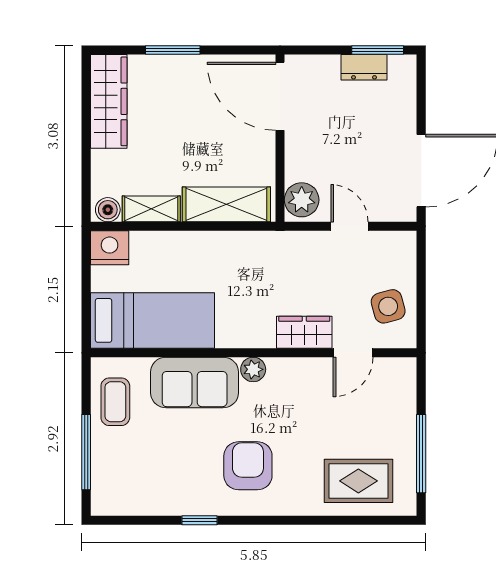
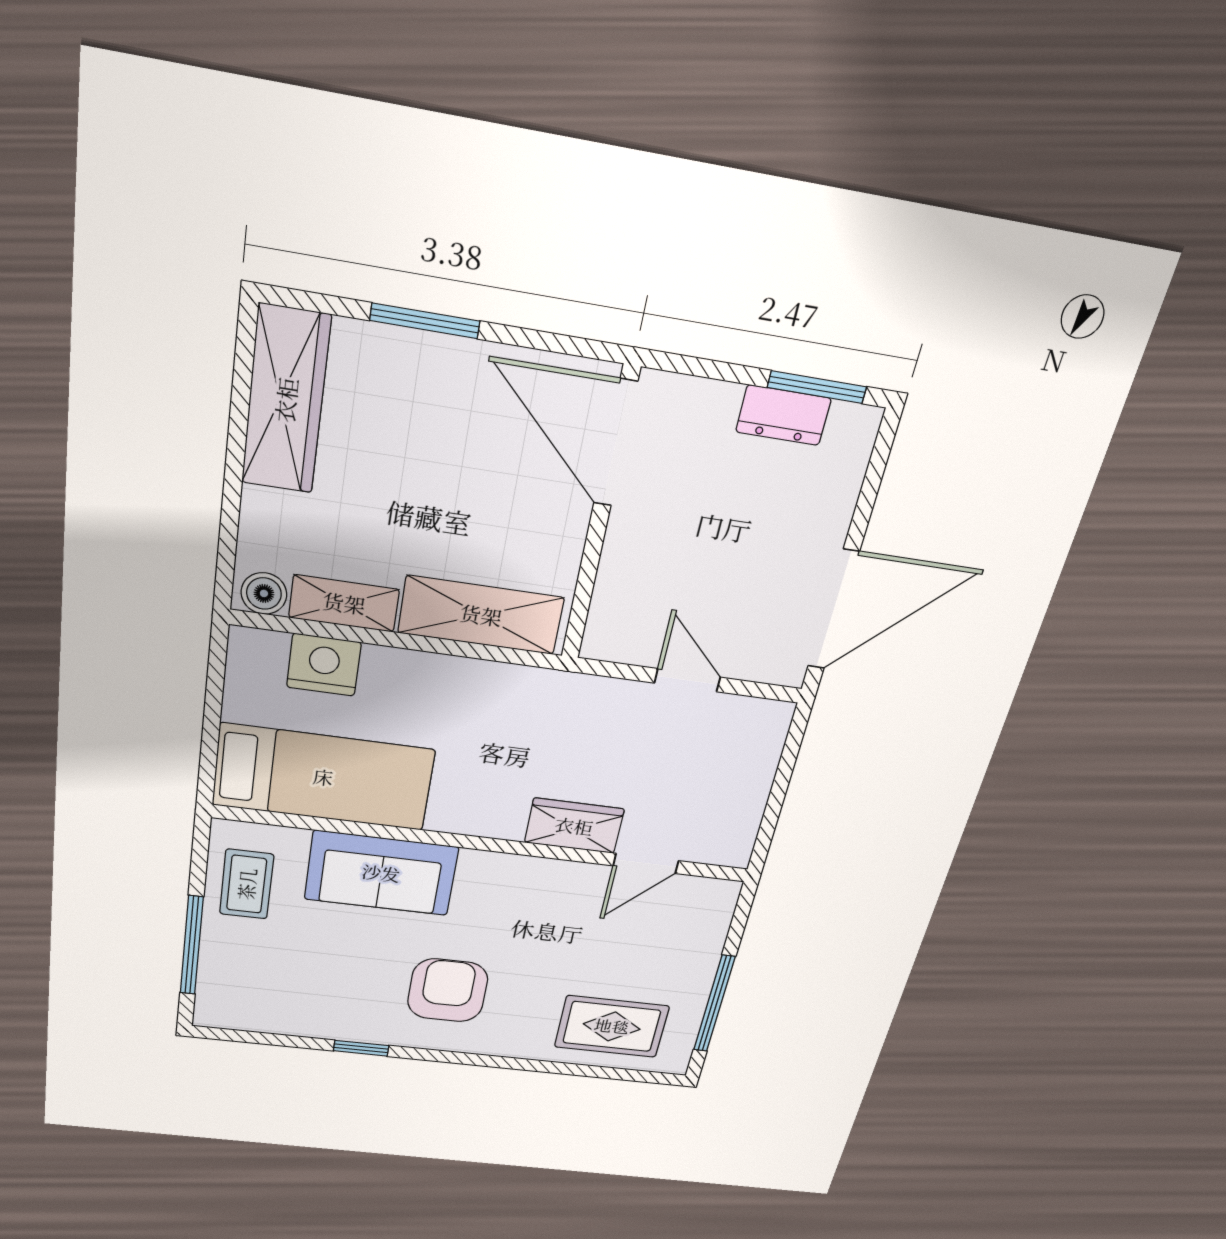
plant: (302, 200) -> (615, 627), removed
nightstand: (110, 248) -> (324, 665), moved
side table: (388, 306) -> (719, 807), removed
plant: (253, 369) -> (480, 867), removed

